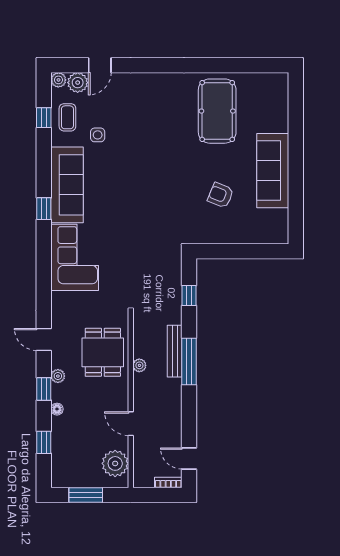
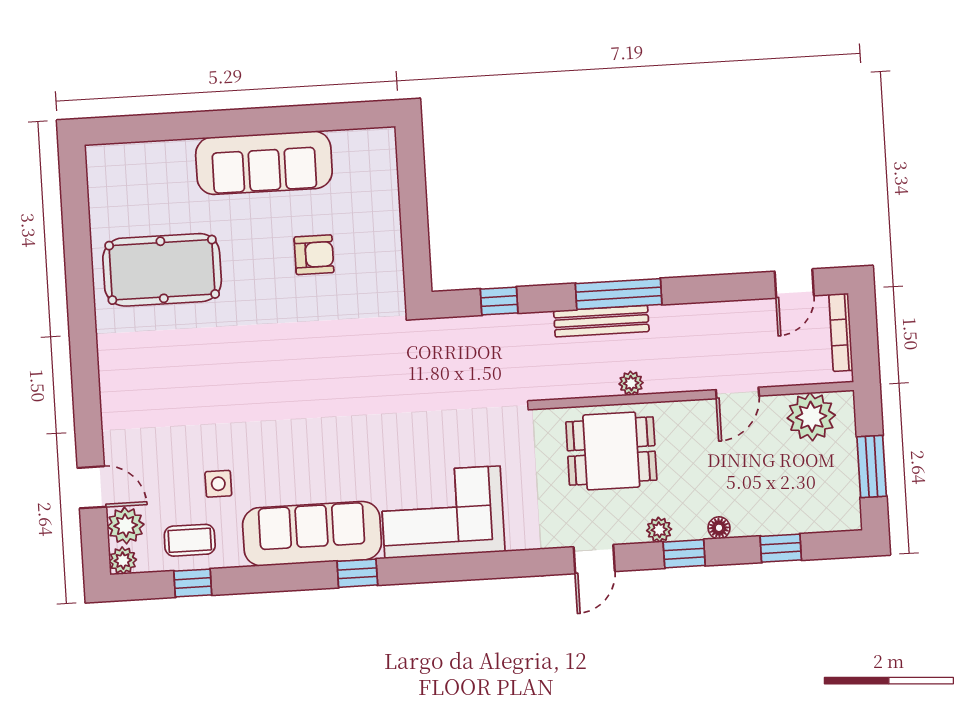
armchair: (221, 195) -> (314, 255), turned -112
bookcase: (168, 482) -> (841, 332), width x1.56

